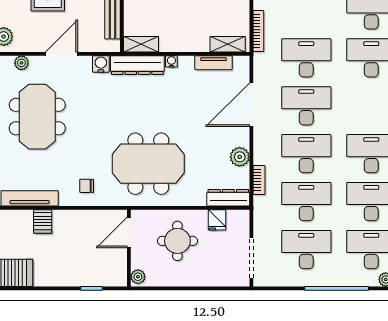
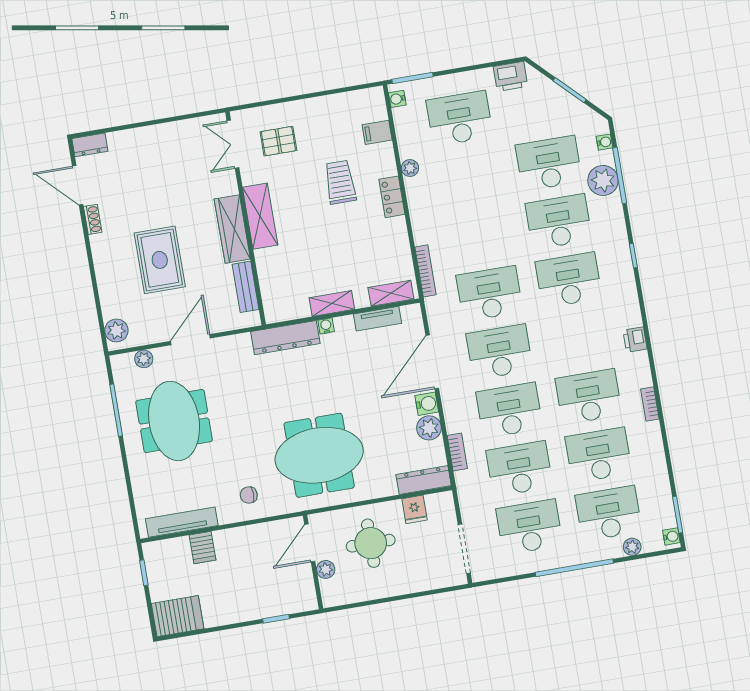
shelving: (141, 44) -> (332, 303), moved
water cooler: (101, 64) -> (427, 404), moved, turned 90
plant: (138, 277) -> (326, 569), moved

